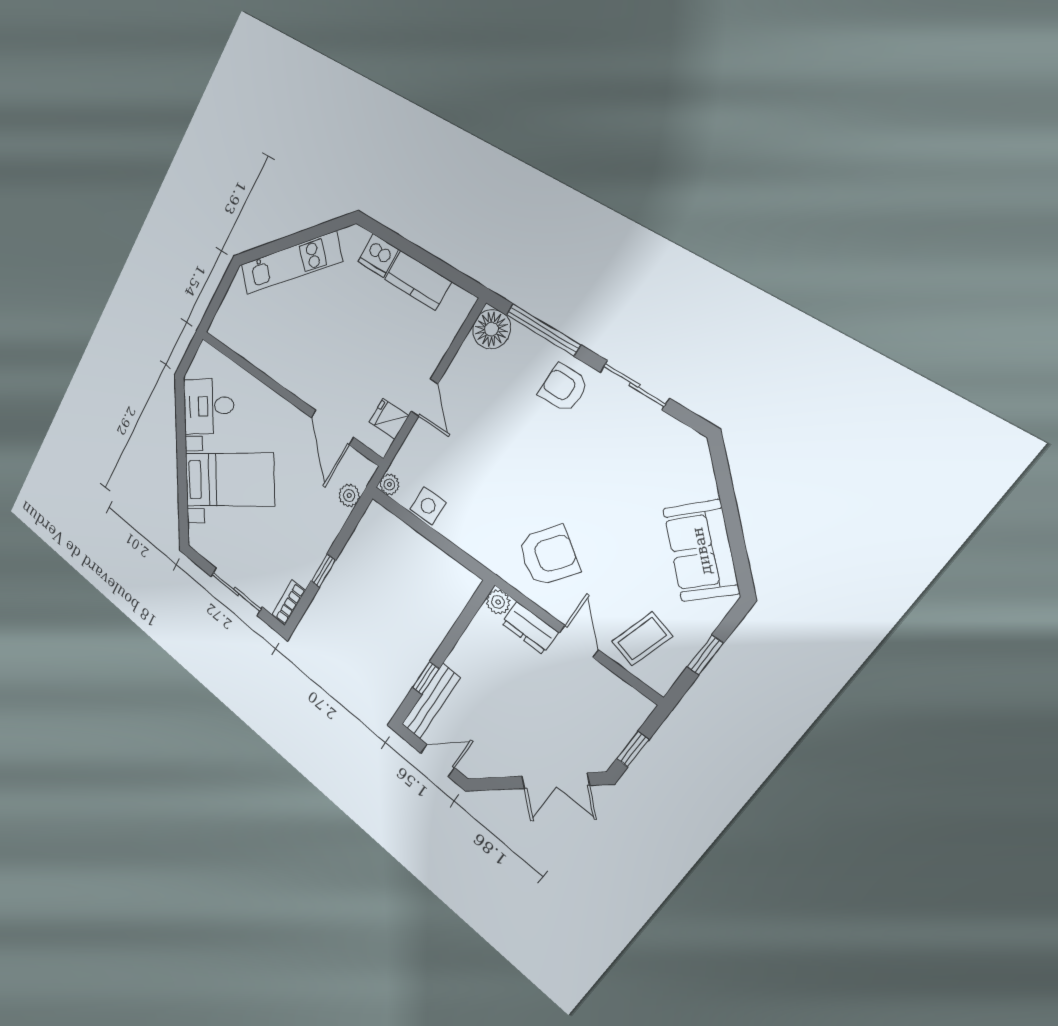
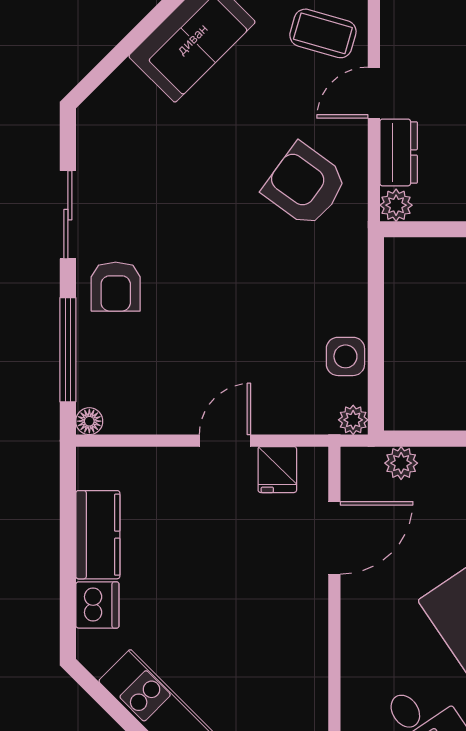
floor lamp: (492, 329) -> (89, 421), width x0.53, depth x0.53

